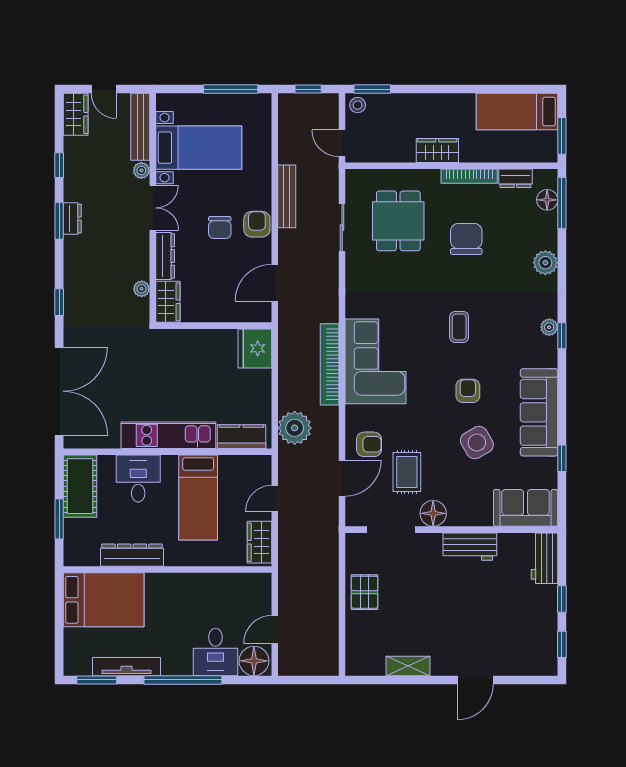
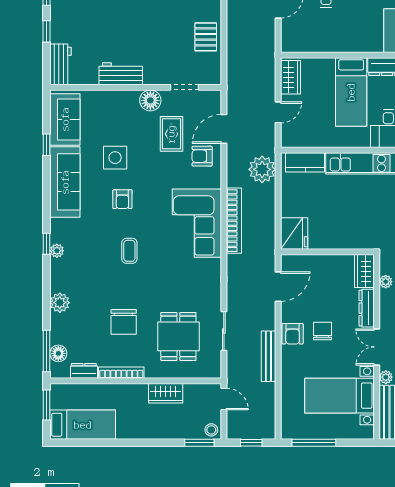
wardrobe: (437, 150) -> (166, 393), moved
side table: (477, 443) -> (115, 158), turned 30
bed: (198, 498) -> (351, 92), moved, turned 180
sofa: (526, 508) -> (65, 119), moved, turned -90
doorway: (391, 530) -> (184, 87), width x0.73

